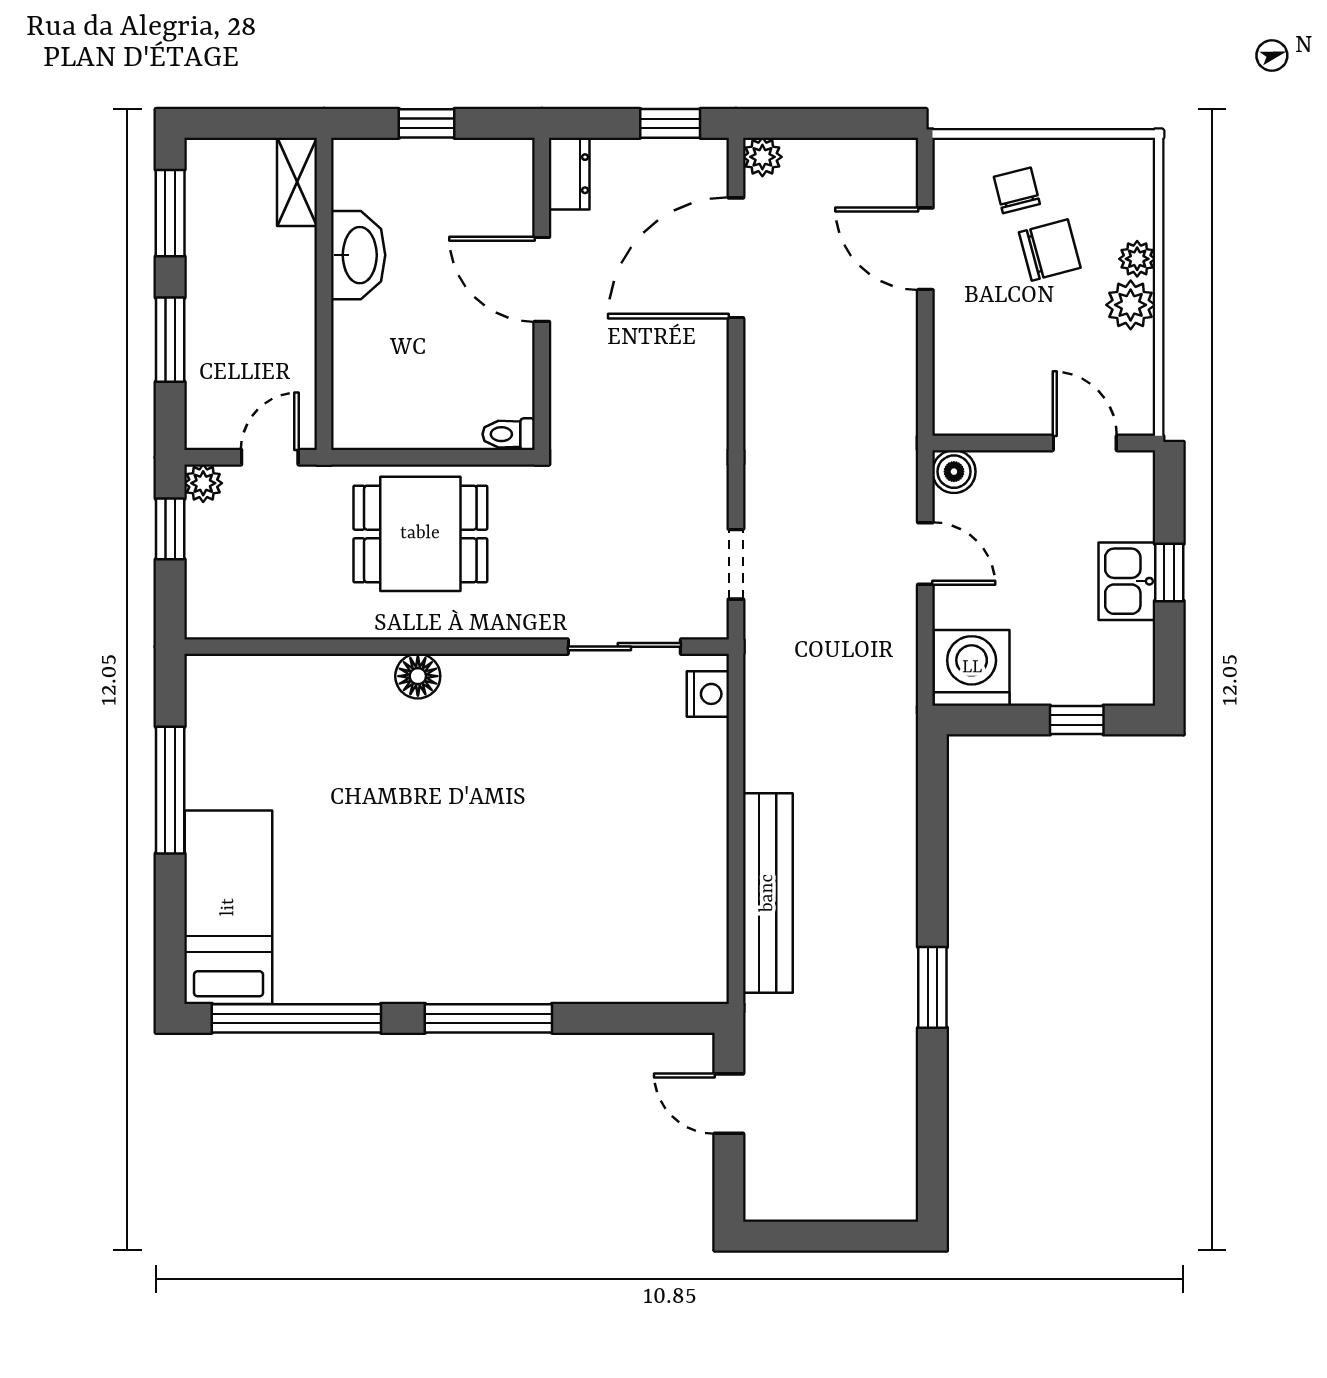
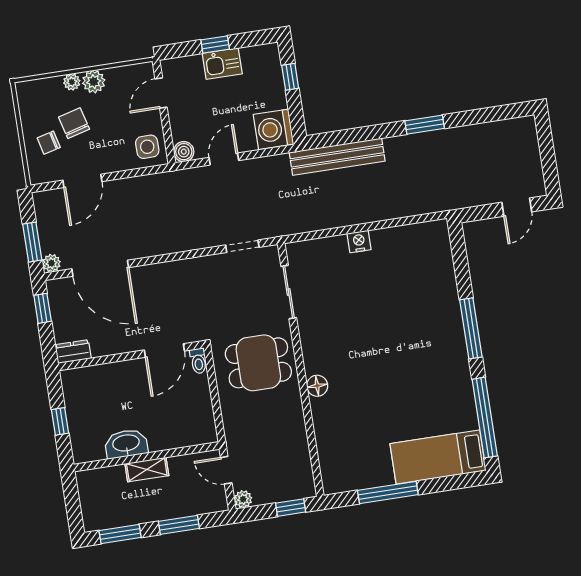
window: (813, 123) -> (32, 242), added
shelving: (297, 182) -> (147, 470), moved
door: (542, 279) -> (164, 350), moved
side table: (976, 396) -> (147, 147), added
window: (170, 529) -> (291, 508), moved
dining table: (420, 534) -> (258, 363), moved, turned 90
nightstand: (708, 694) -> (359, 241), moved
bench: (768, 893) -> (337, 157), moved
door: (729, 1104) -> (517, 207), moved

